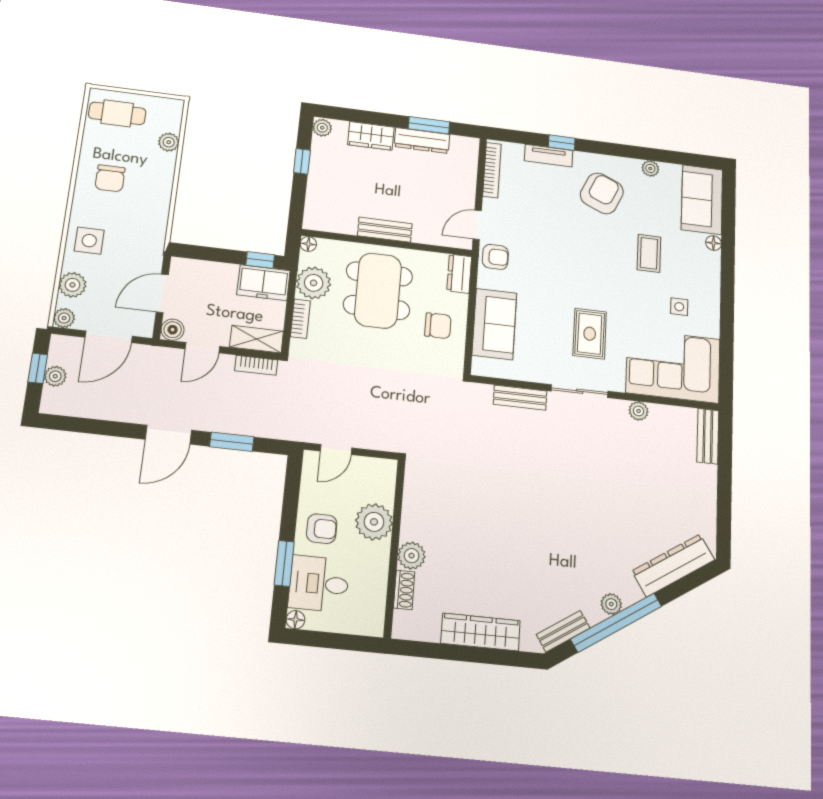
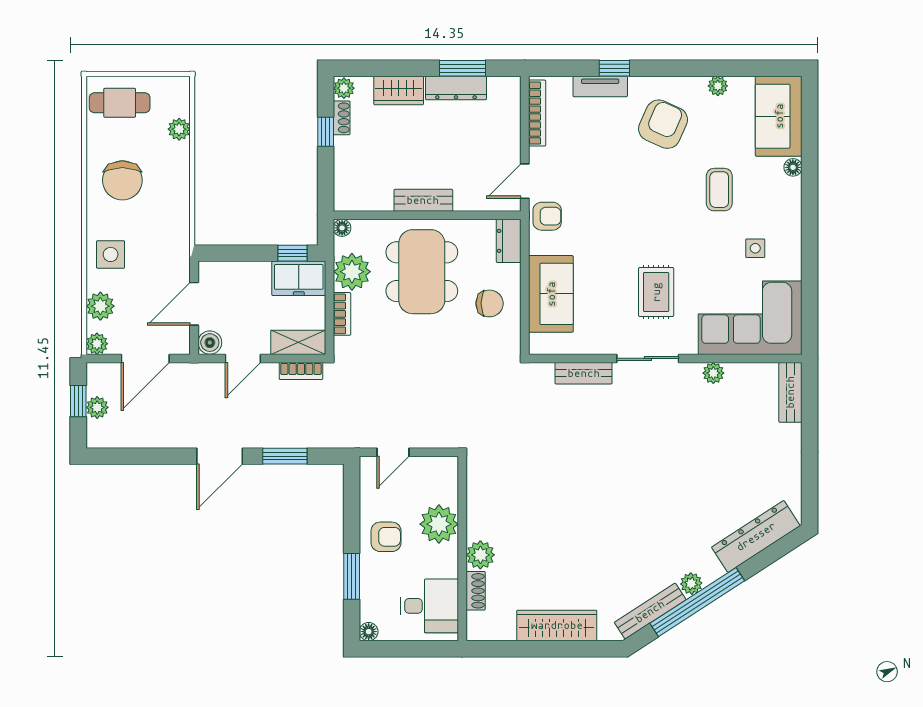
shoe rack: (318, 152) -> (342, 118), added
chair: (110, 178) -> (122, 180), width x1.37, depth x1.37
desk: (319, 584) -> (429, 606), moved, turned 180
bench: (563, 631) -> (650, 611), width x1.36

